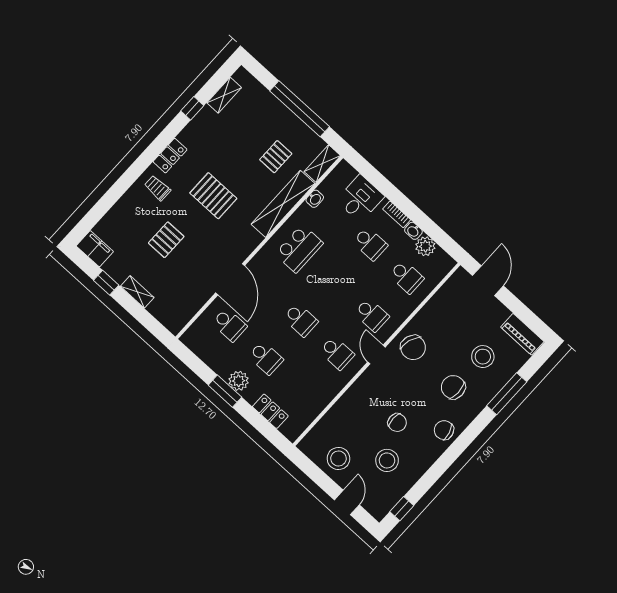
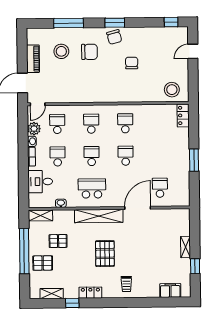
locker: (170, 156) -> (90, 293), moved
shelving: (283, 204) -> (99, 216), moved
pallet: (166, 240) -> (43, 263), moved
filing cabinet: (95, 249) -> (170, 291), moved, turned 90
piano: (522, 334) -> (33, 59), moved
chair: (413, 347) -> (88, 89), removed
door: (376, 355) -> (38, 104), moved
school desk: (266, 358) -> (92, 156), moved
plant: (239, 381) -> (183, 158), removed
chair: (453, 387) -> (89, 52), turned -90
locker: (270, 411) -> (183, 115), moved
window: (459, 446) -> (115, 23), added
stool: (338, 459) -> (172, 90), moved
stool: (387, 460) -> (154, 51), removed

